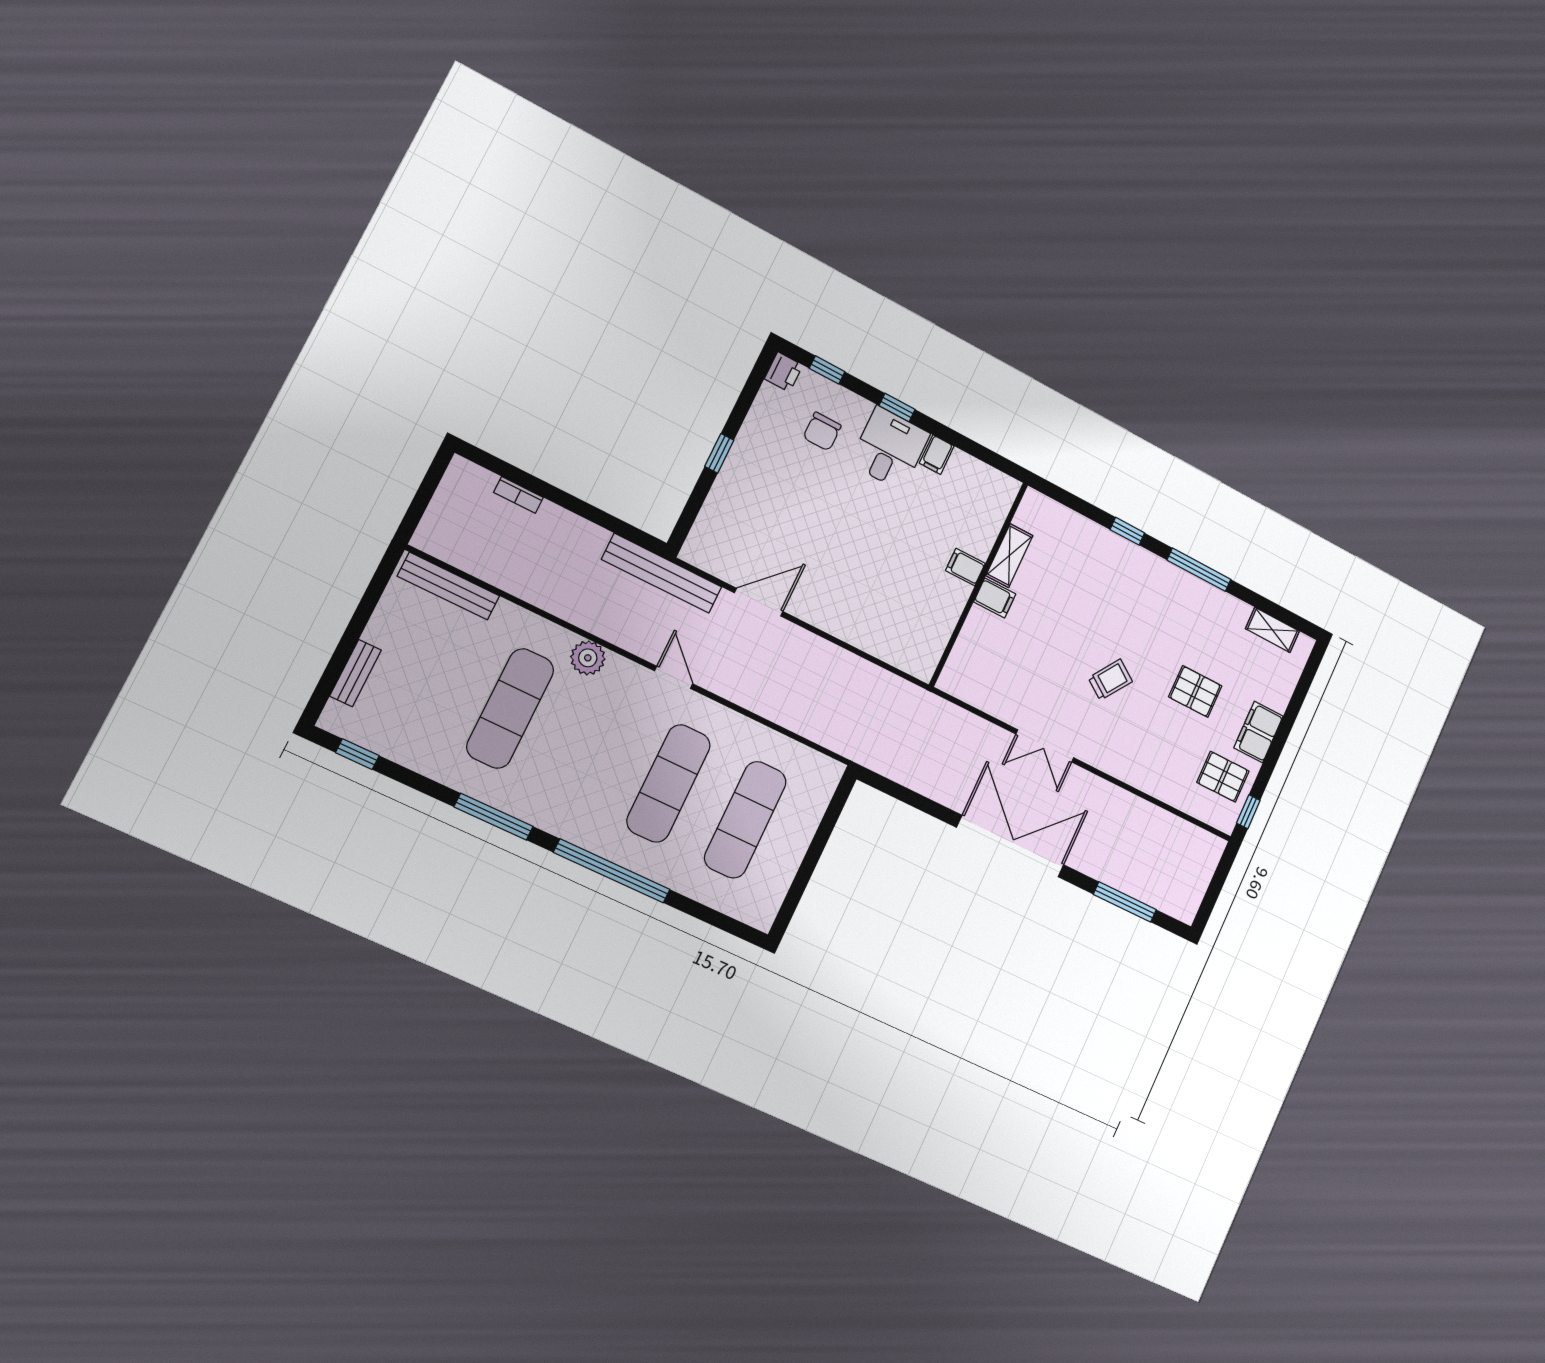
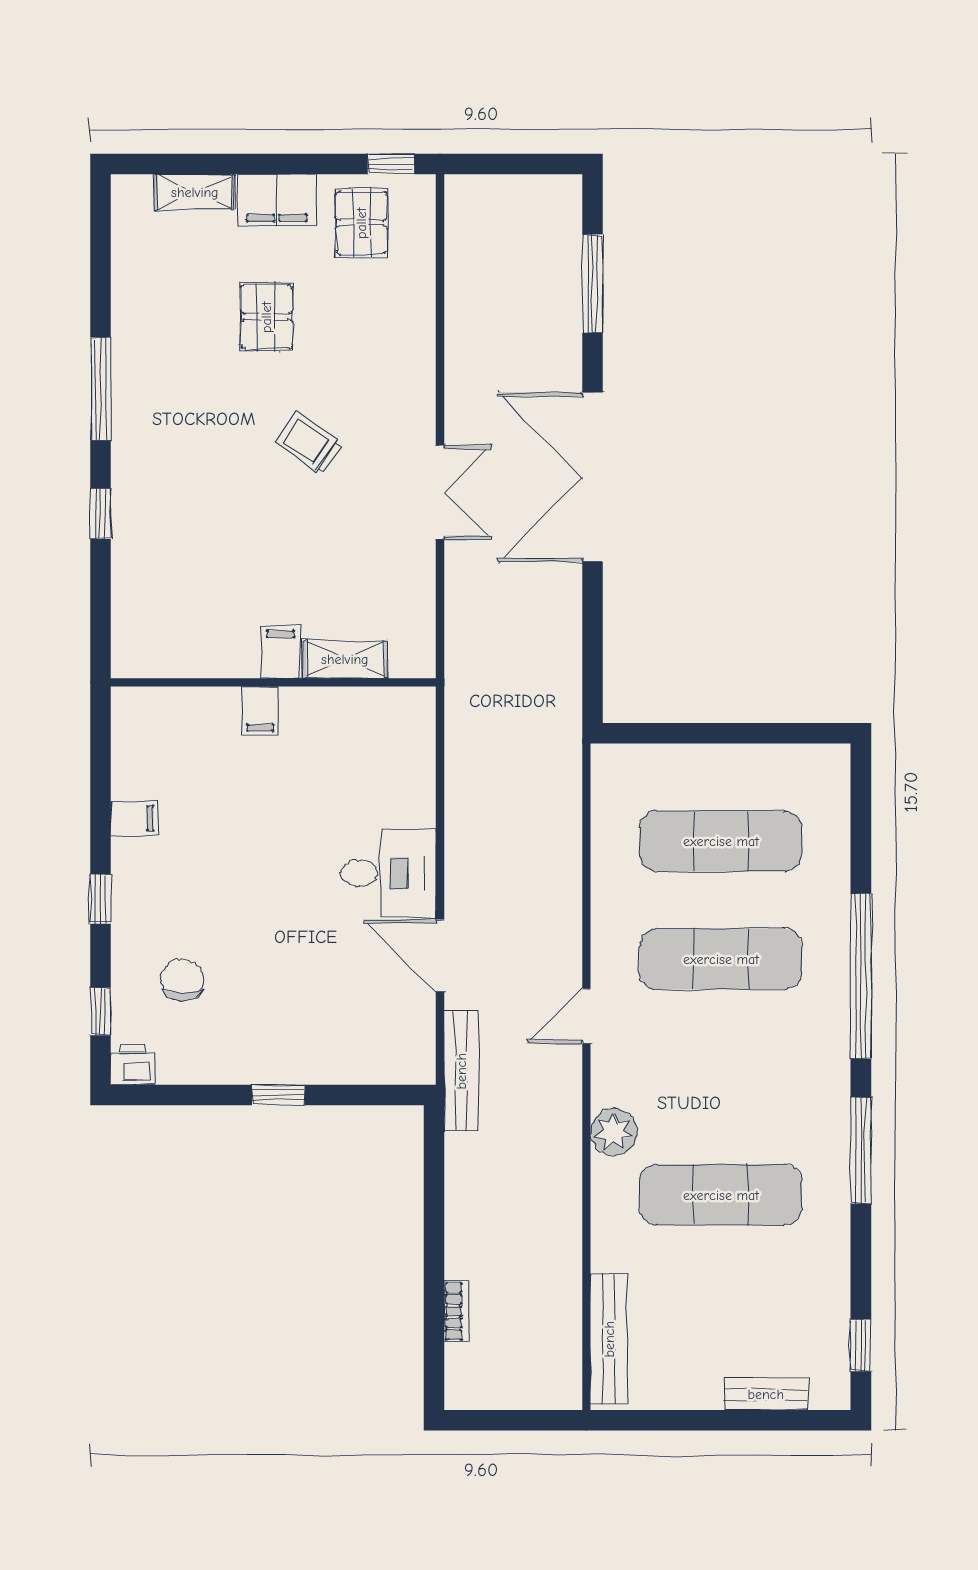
chair: (822, 431) -> (182, 980), turned -90
desk: (890, 448) -> (388, 873), moved, turned 180
shelving: (1009, 556) -> (345, 659), moved
bench: (662, 573) -> (461, 1071), width x0.73, depth x0.82
shelving: (1272, 630) -> (195, 192), moved, turned 90

